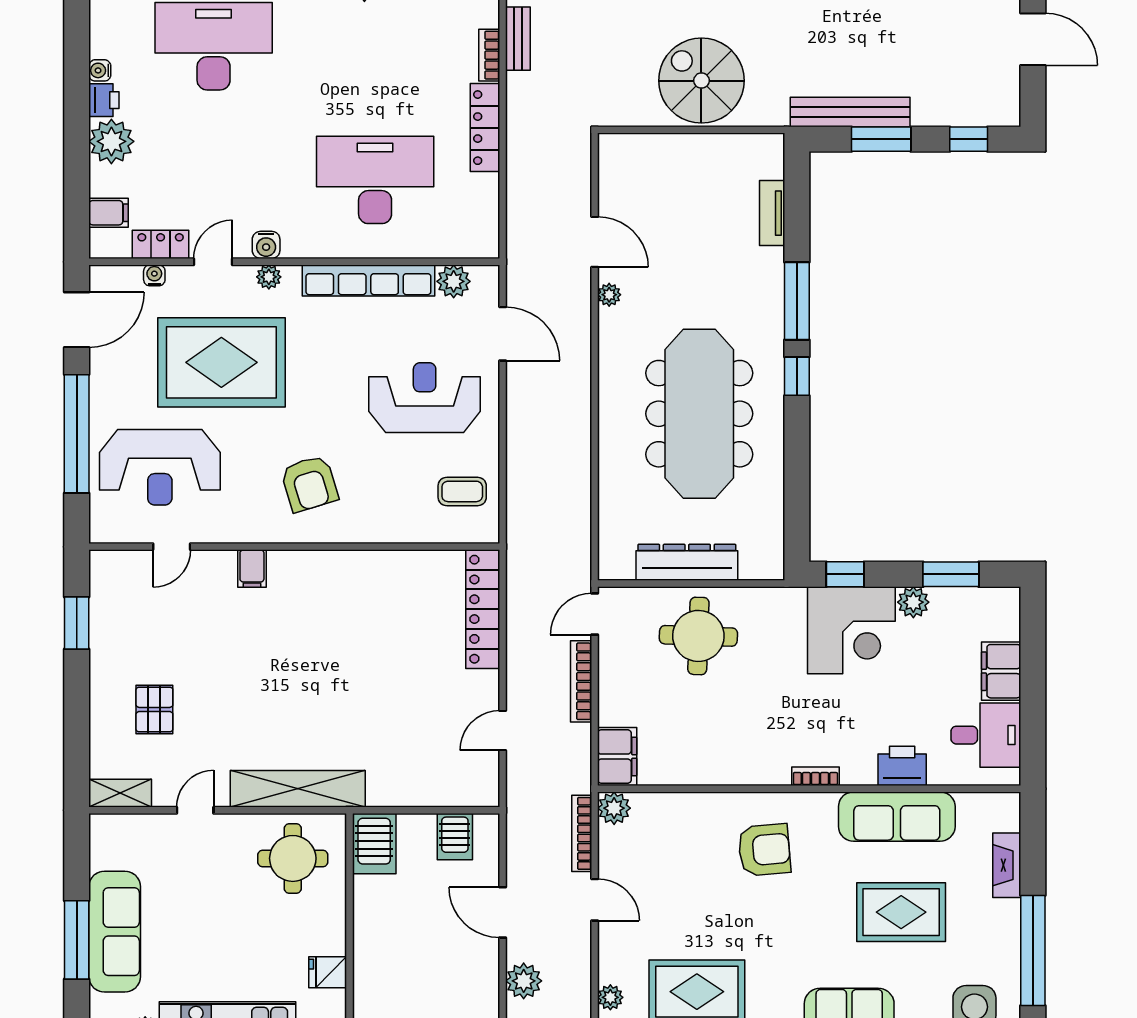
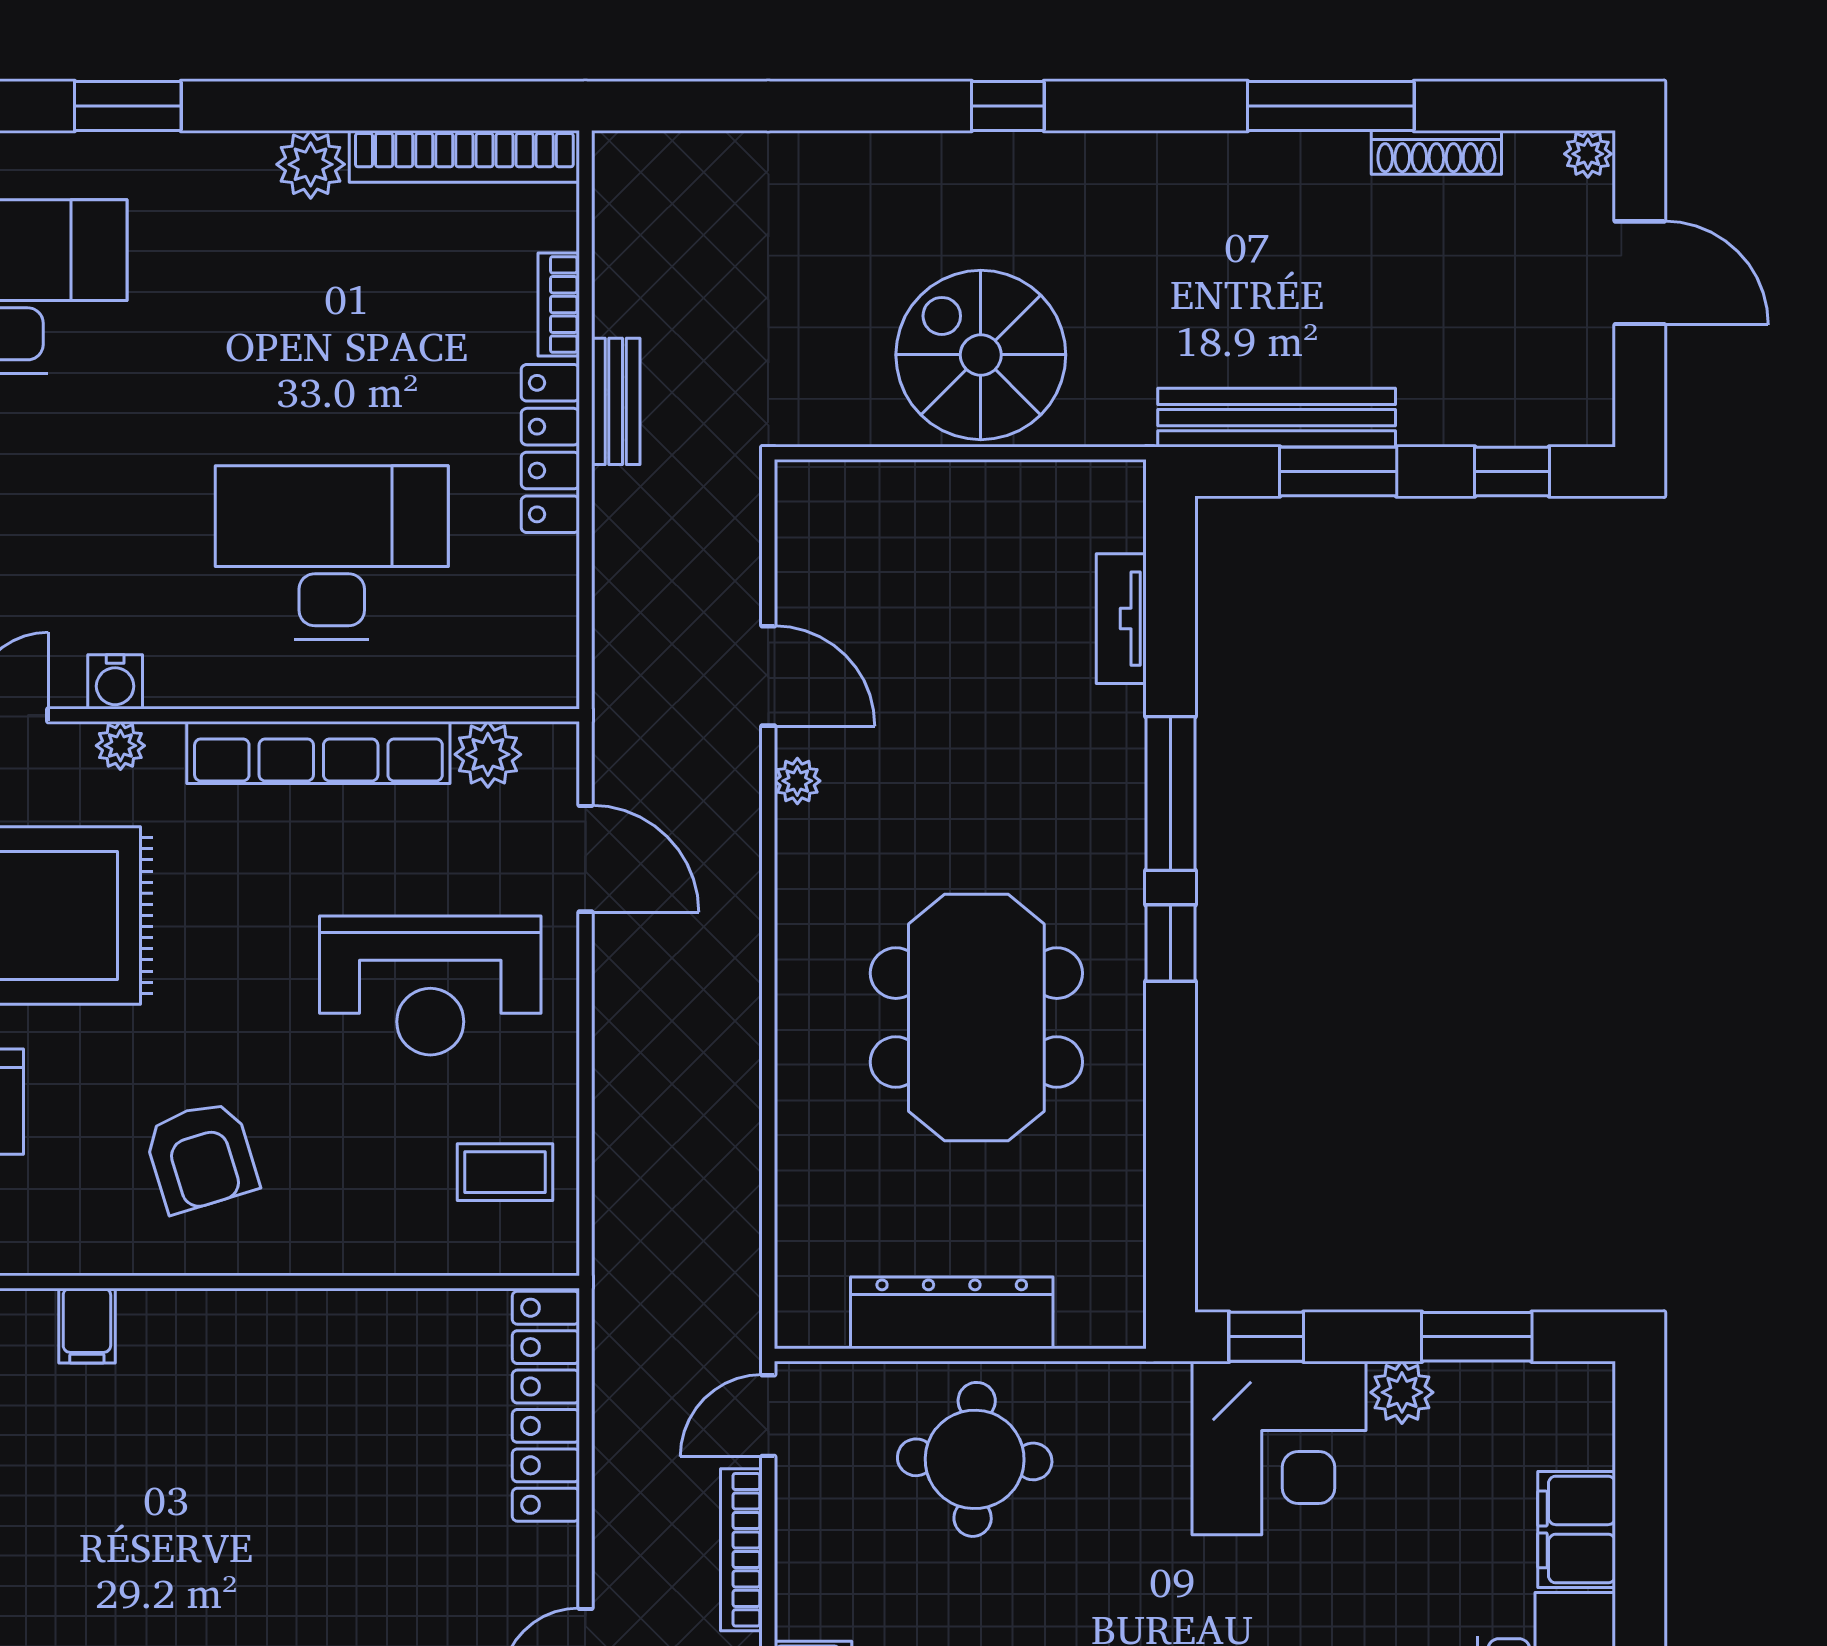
bench: (518, 39) -> (616, 401), moved
reception desk: (425, 398) -> (430, 985), turned 180
meeting table: (699, 414) -> (976, 1018), width x0.73

